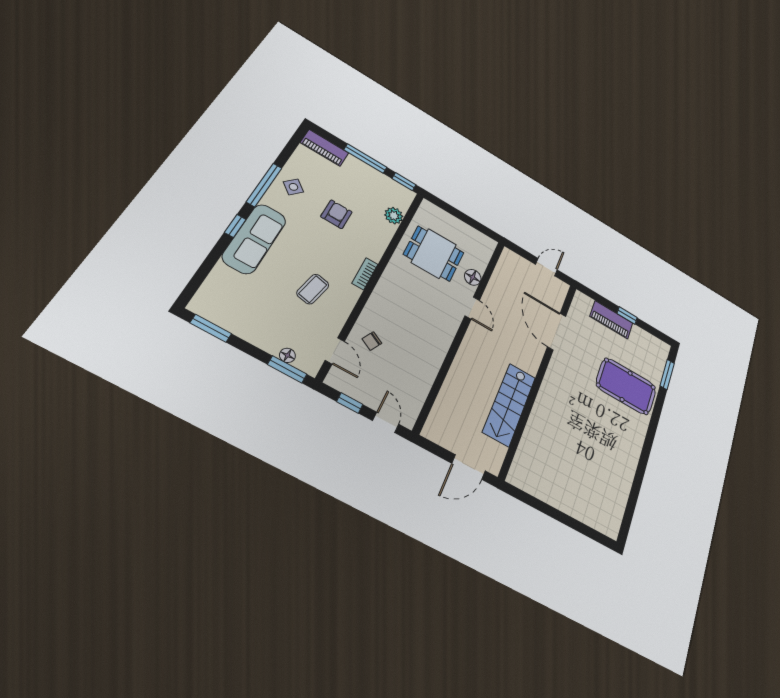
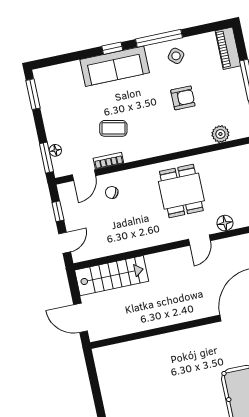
dining table: (434, 253) -> (181, 191), moved
bookcase: (365, 274) -> (108, 161), moved
stairs: (509, 404) -> (112, 276), moved, turned 180

